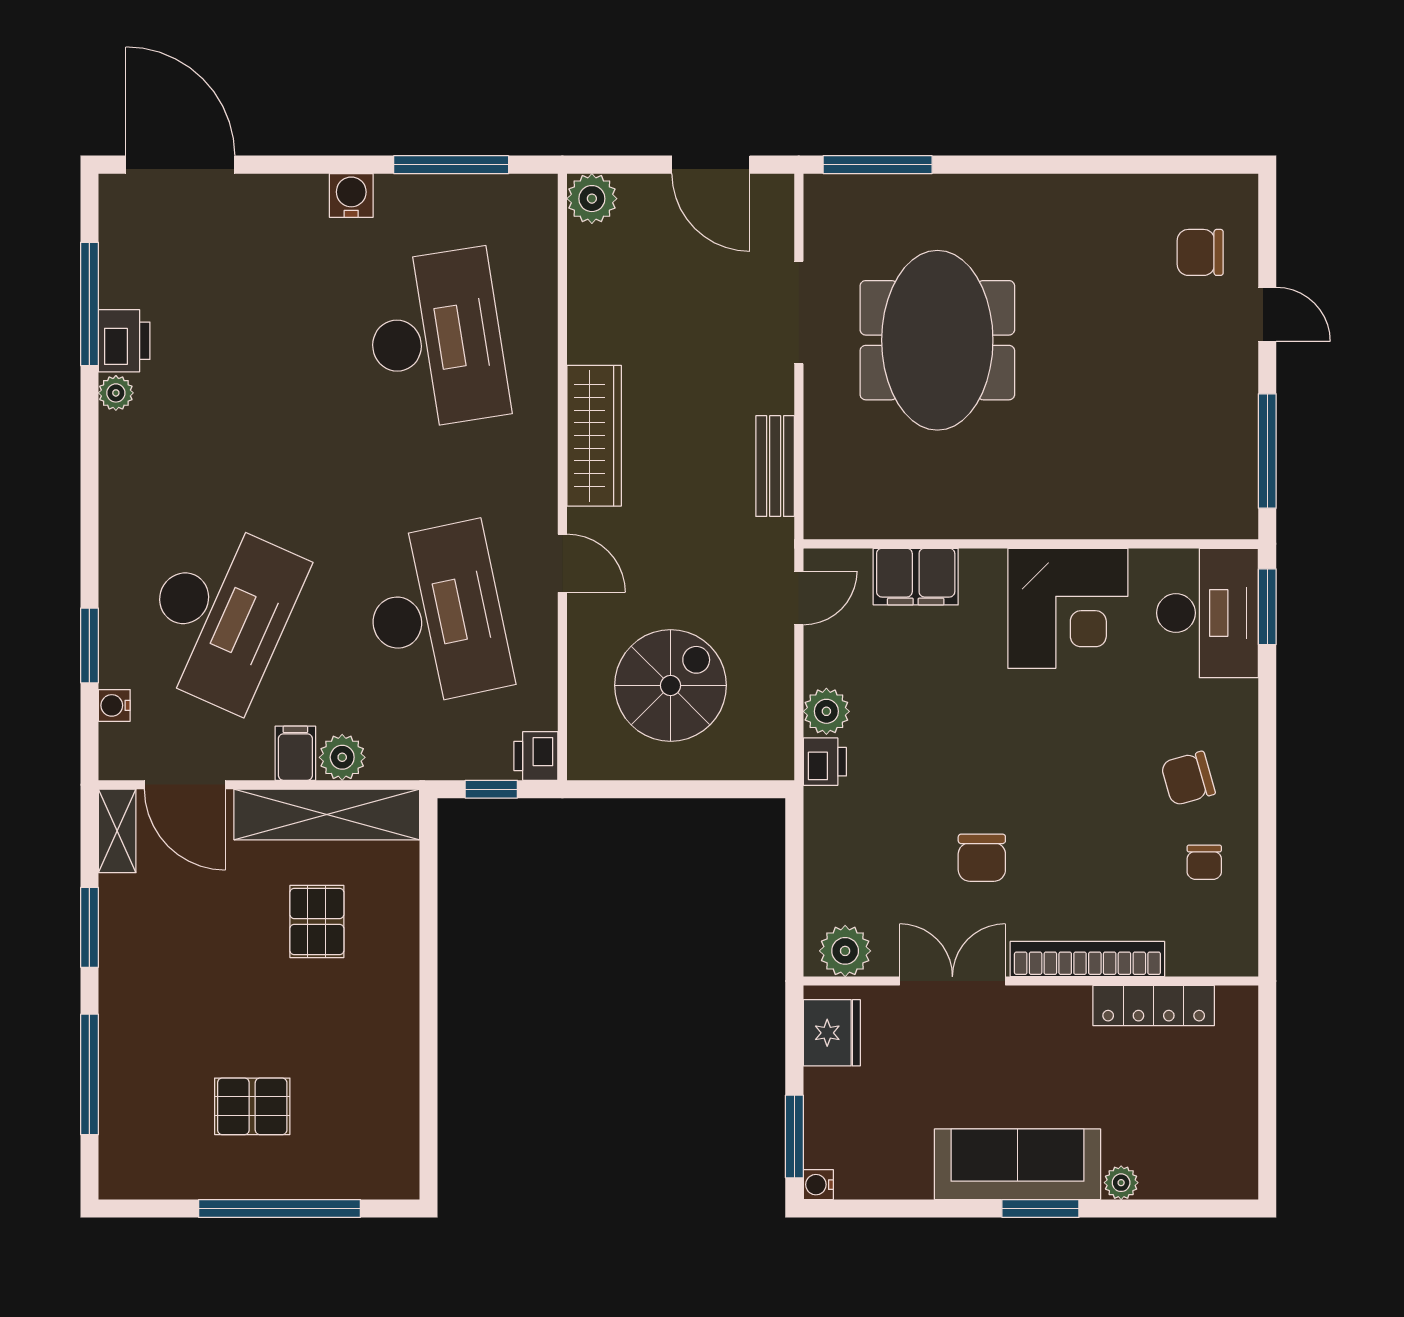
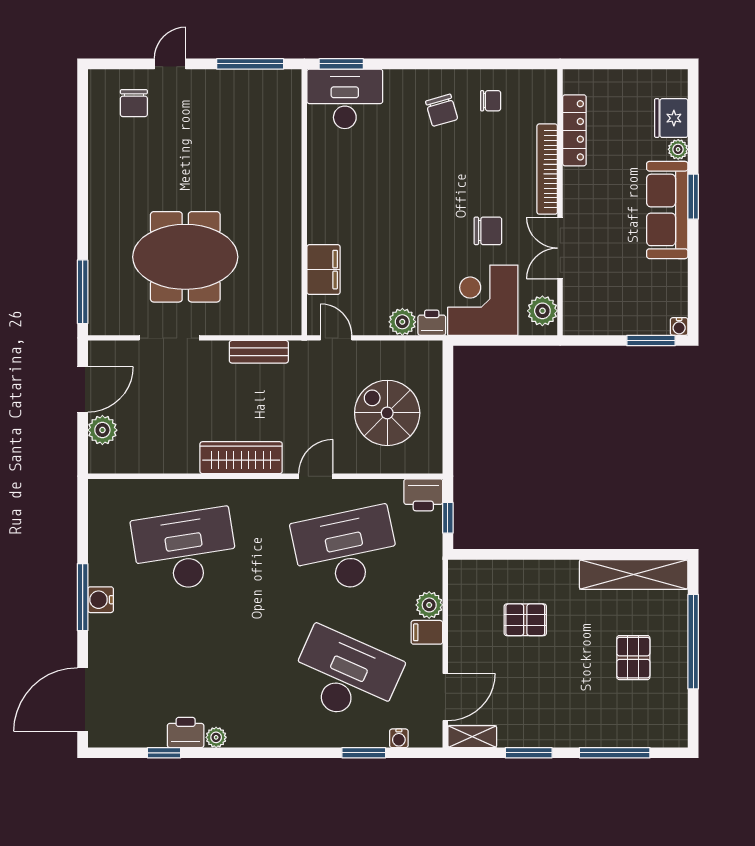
window: (451, 165) -> (83, 597), moved
plant: (592, 199) -> (102, 430), moved
window: (89, 304) -> (164, 753), width x0.46
corner desk: (1068, 608) -> (483, 300), moved, turned -90
printer: (536, 756) -> (423, 495), width x1.36, depth x1.24
shelving: (327, 815) -> (634, 574), moved, turned 90
fridge: (832, 1033) -> (671, 118), moved, turned -90

